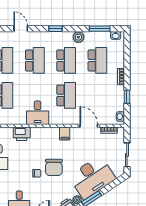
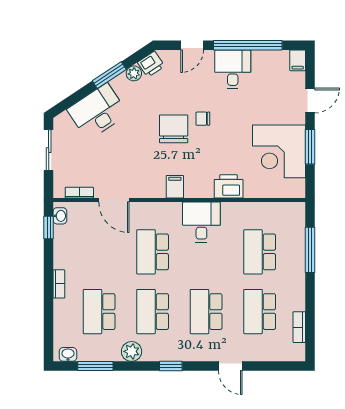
window: (127, 97) -> (49, 227), moved
filing cabinet: (65, 133) -> (175, 187), moved
desk: (92, 177) -> (97, 112), width x0.73, depth x0.77

